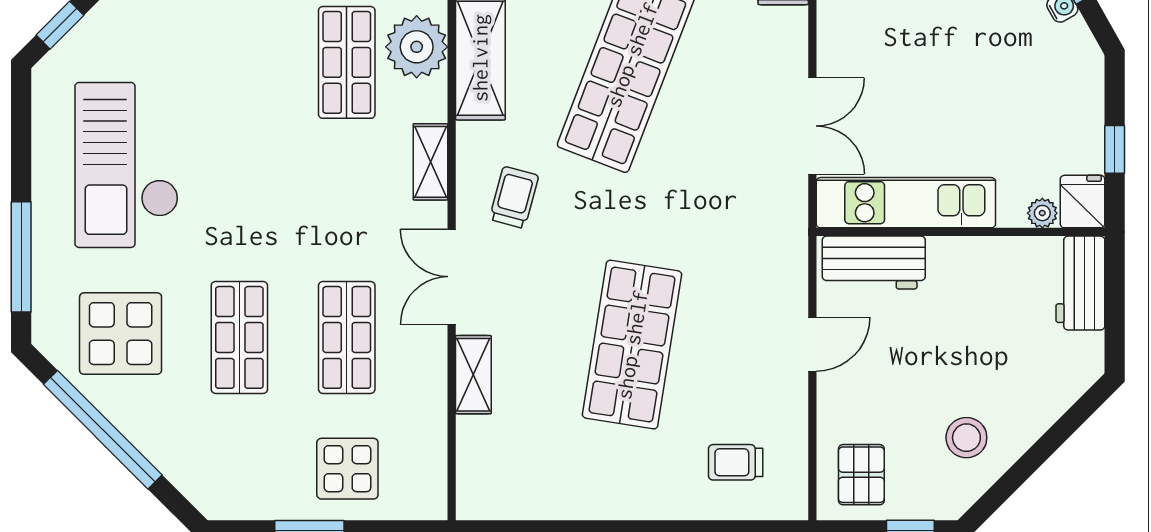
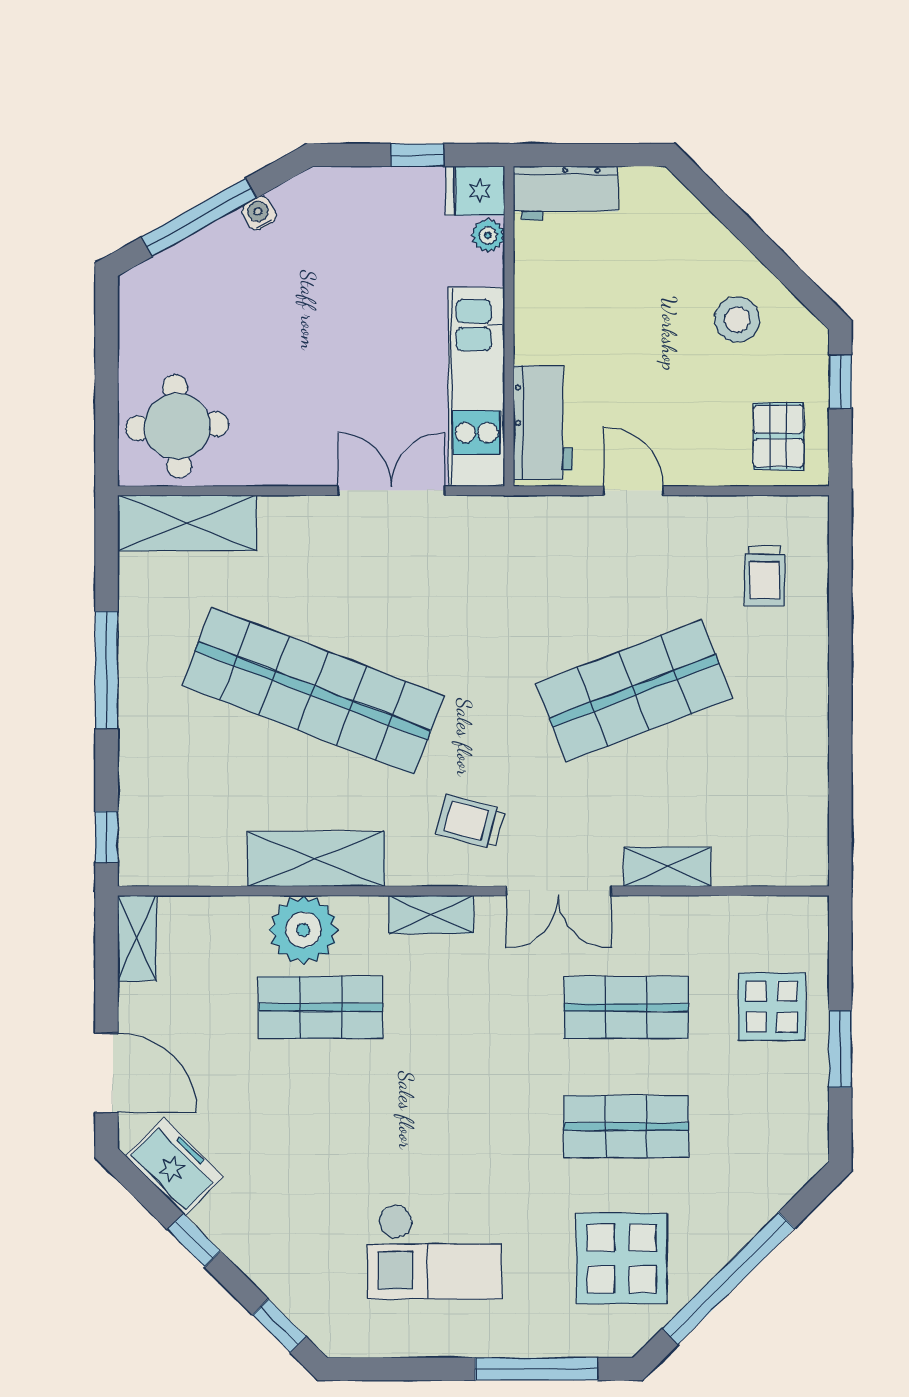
checkout: (127, 165) -> (435, 1252), width x0.73, depth x0.83
shop shelf: (632, 345) -> (634, 691), turned -30
pallet: (861, 475) -> (778, 436), turned 90

